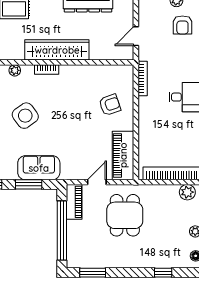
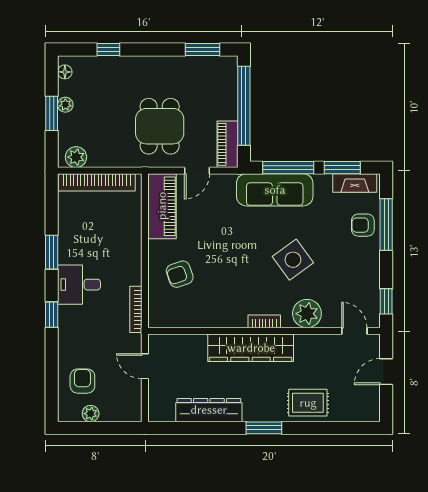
door: (136, 36) -> (145, 366), swing flipped
plant: (15, 70) -> (307, 314), width x1.88, depth x1.88
sofa: (39, 168) -> (275, 190), width x1.36
window: (29, 184) -> (288, 168), width x1.44

